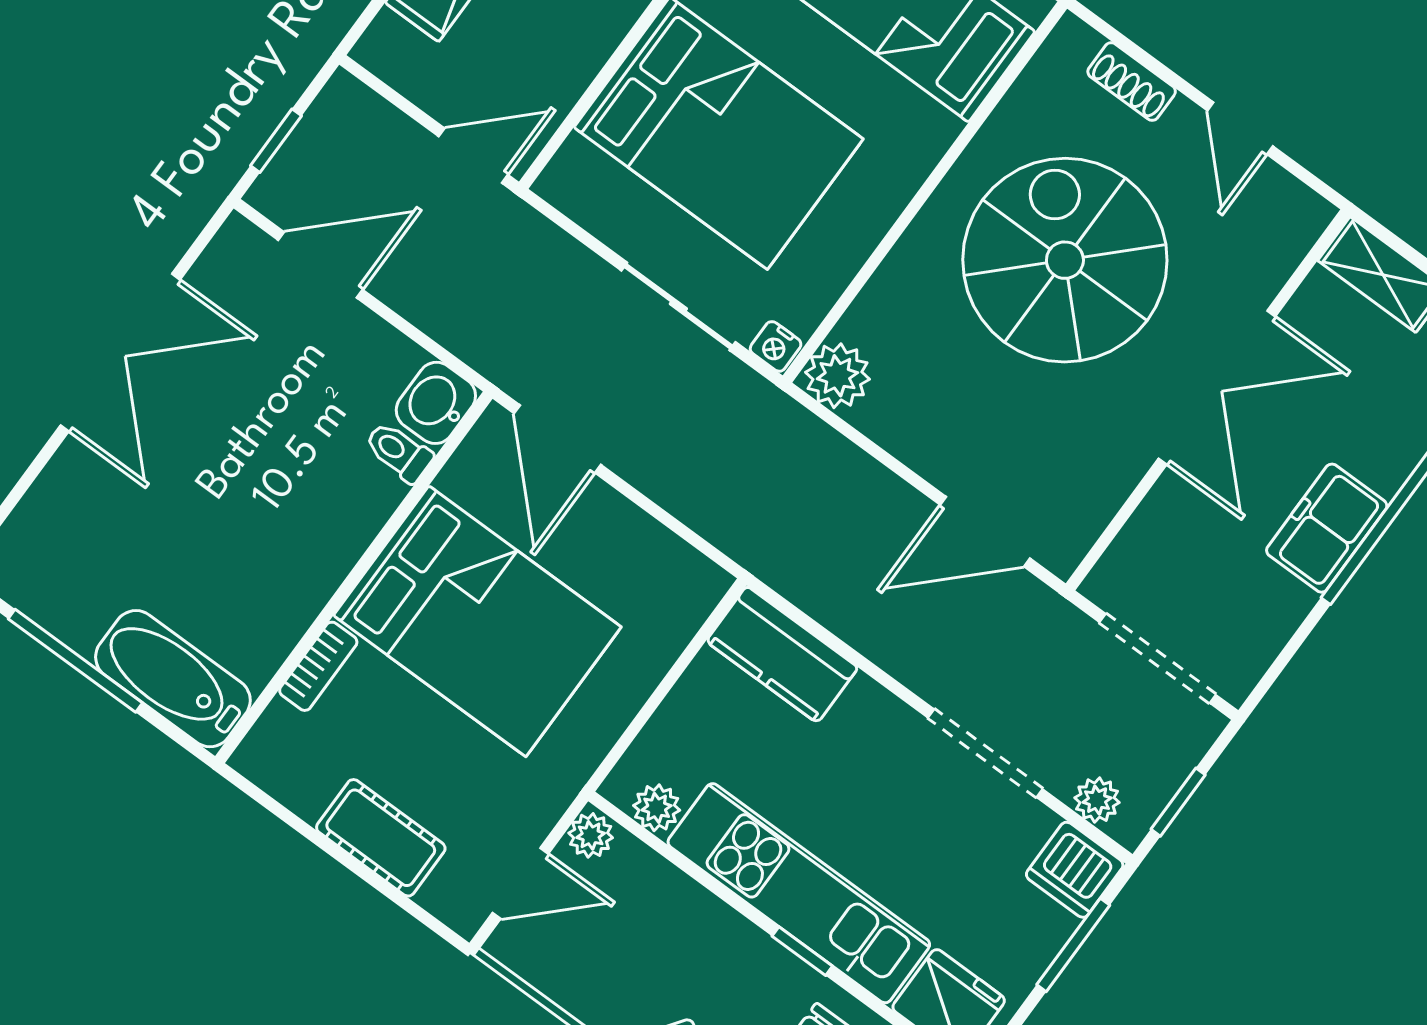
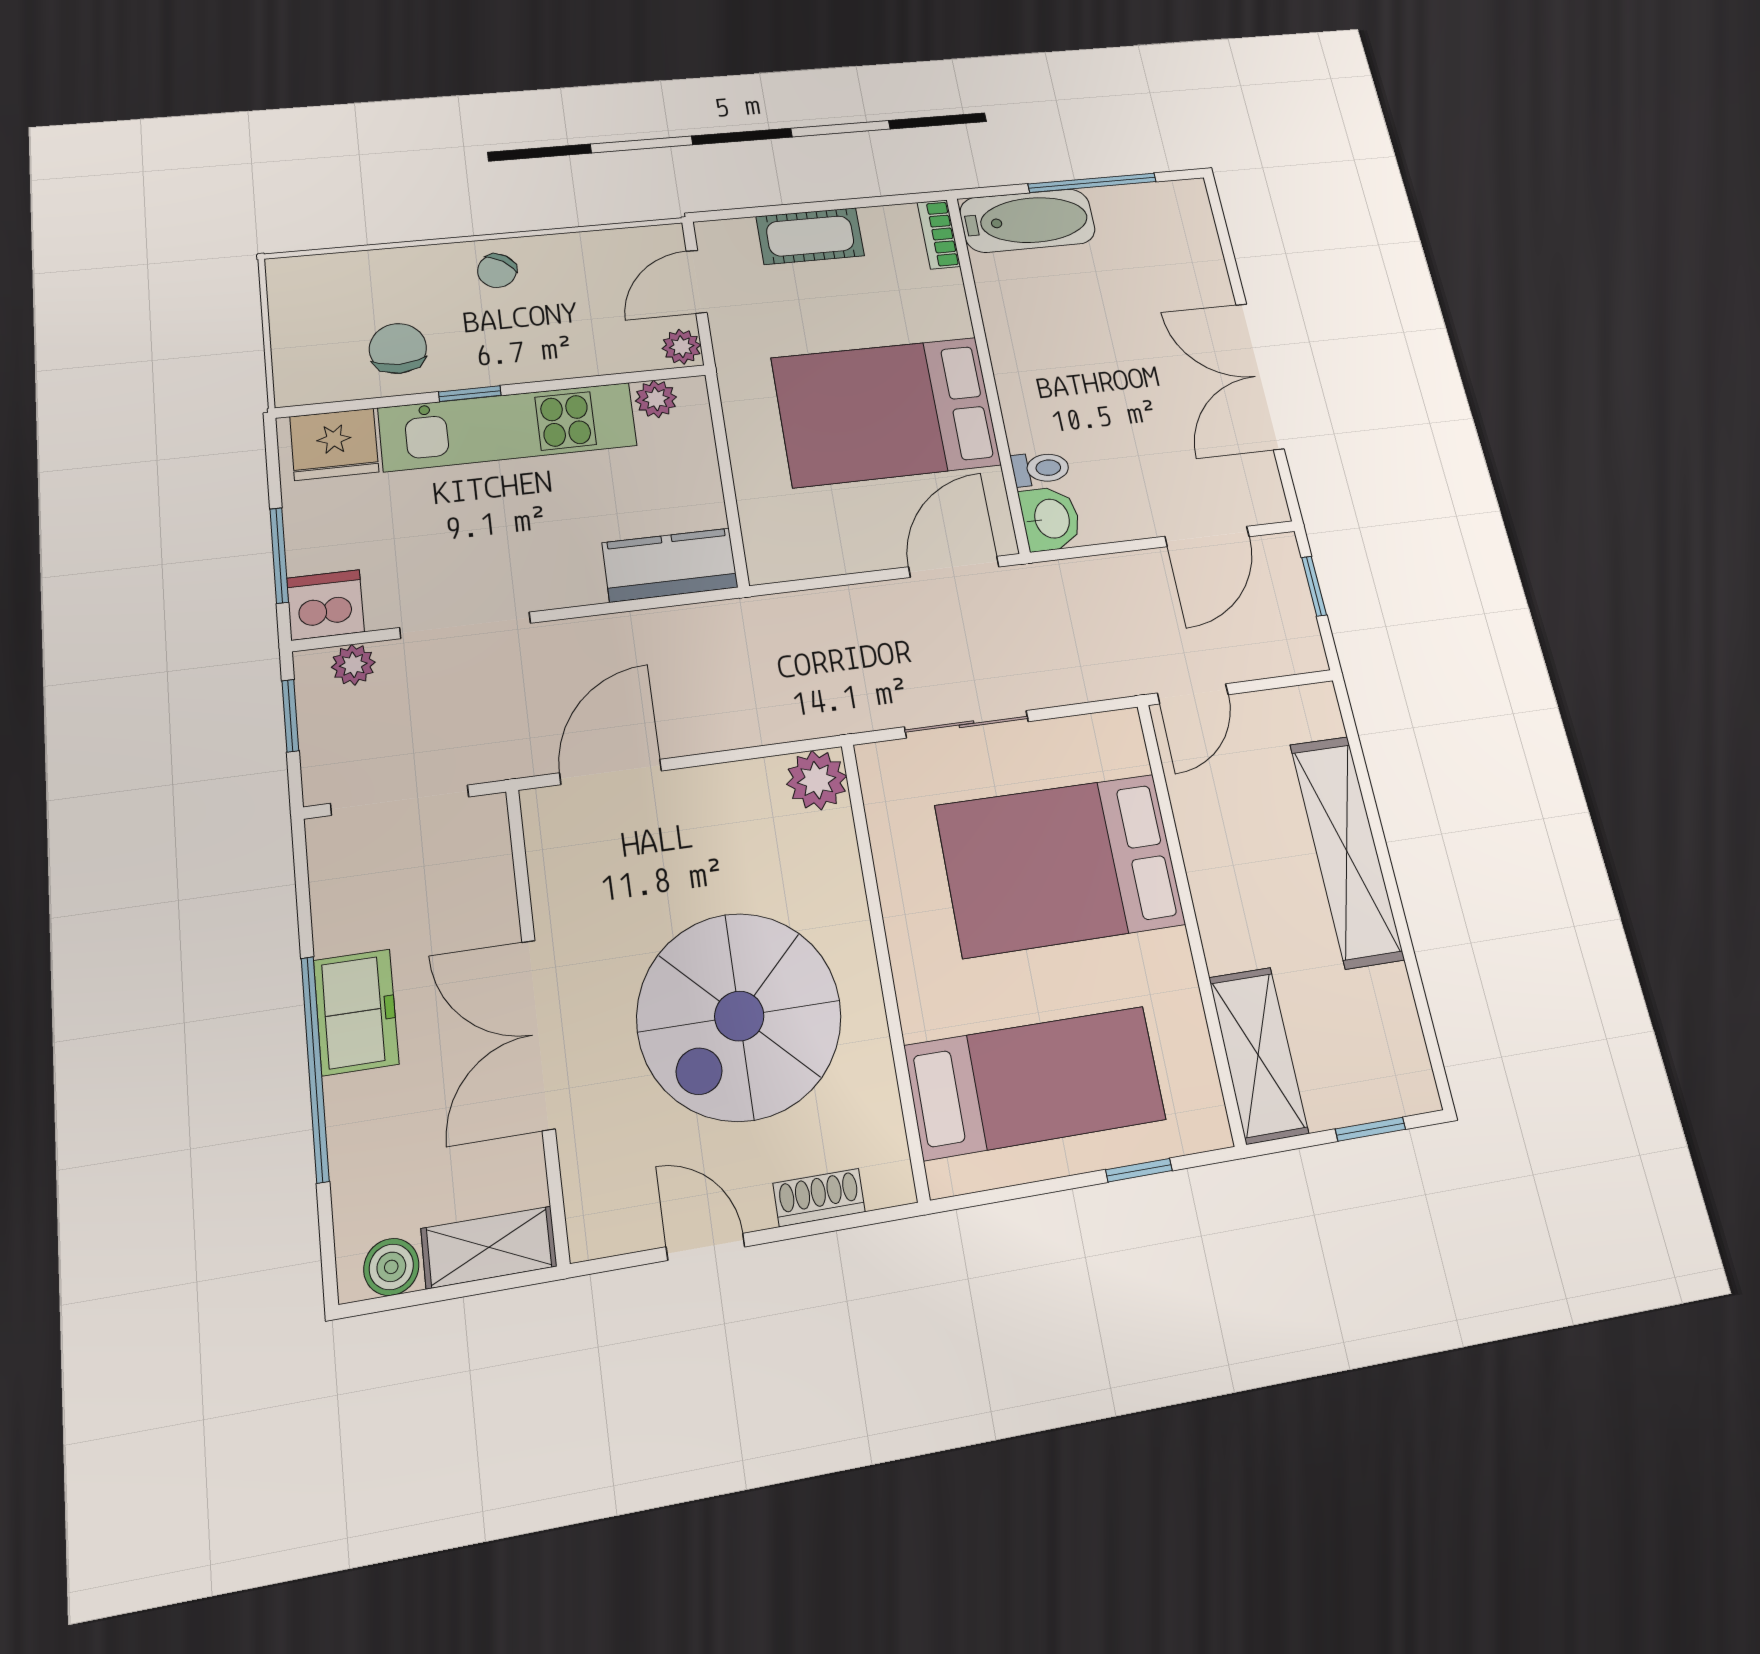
spiral stairs: (1065, 260) -> (739, 1016), turned 90
nightstand: (776, 346) -> (877, 760), removed
door: (557, 439) -> (954, 567), hinge flipped
bookcase: (318, 666) -> (939, 234), moved

